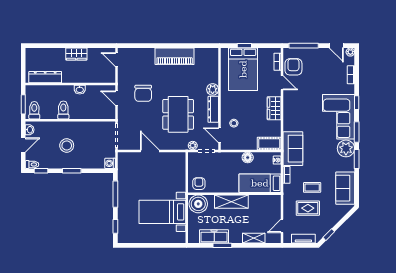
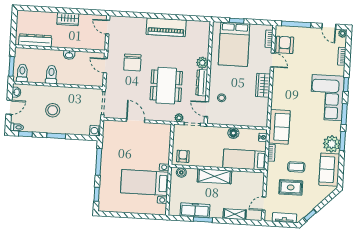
cot: (269, 143) -> (256, 120), removed
plant: (346, 148) -> (332, 144), moved
boiler: (198, 204) -> (181, 172), width x0.54, depth x0.54

